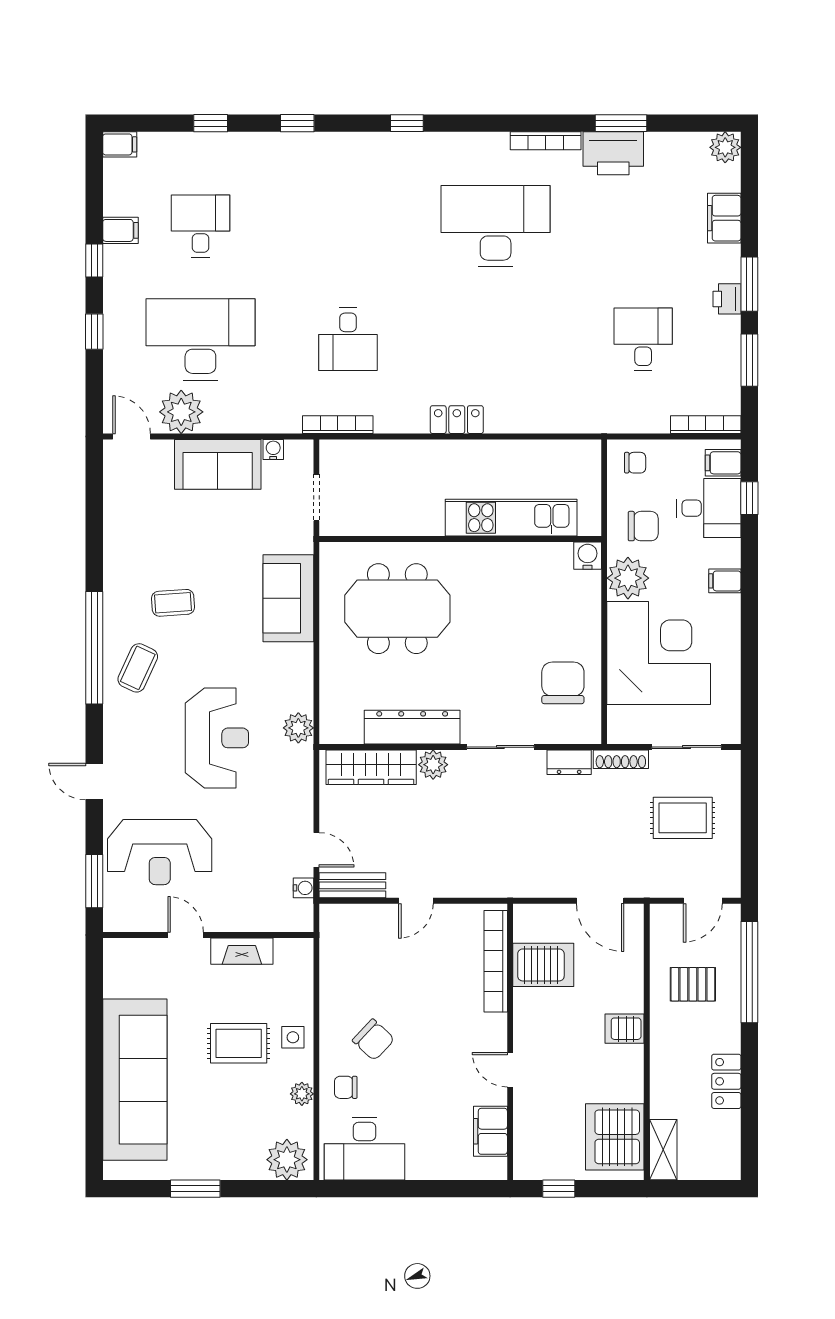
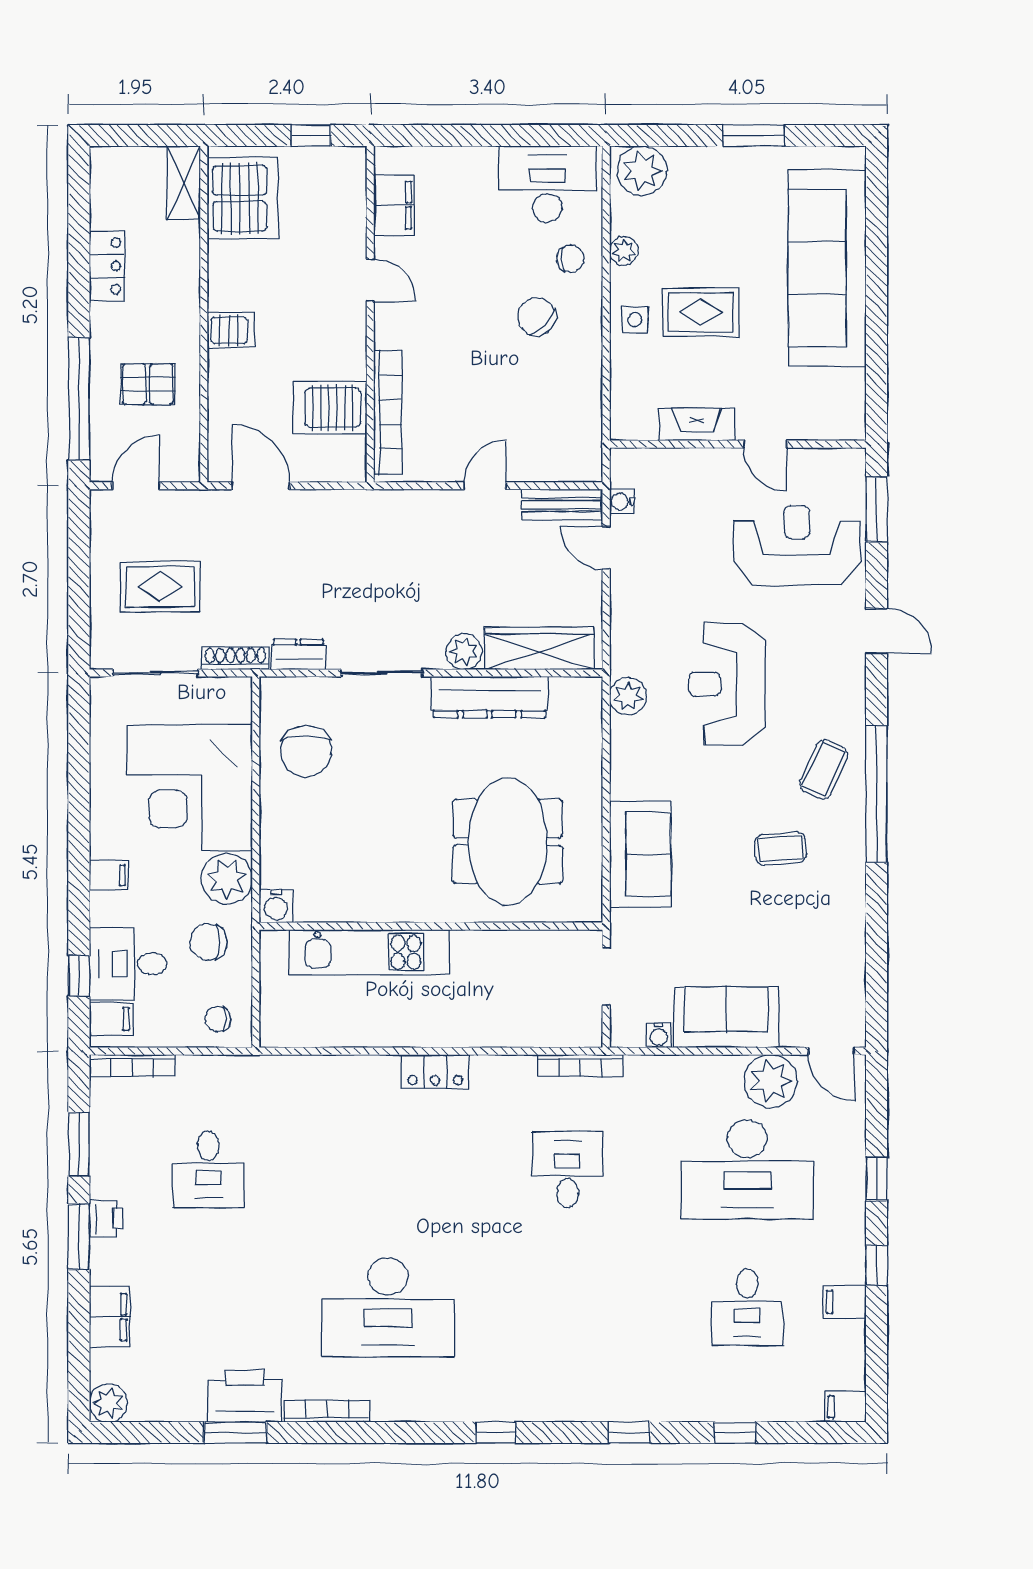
meeting table: (397, 609) -> (508, 842), turned 90

